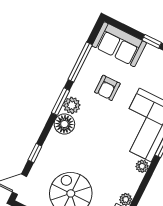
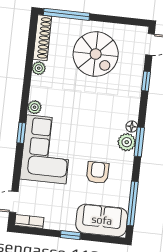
window: (80, 62) -> (132, 204), moved
floor lamp: (64, 124) -> (132, 126), width x0.53, depth x0.53

